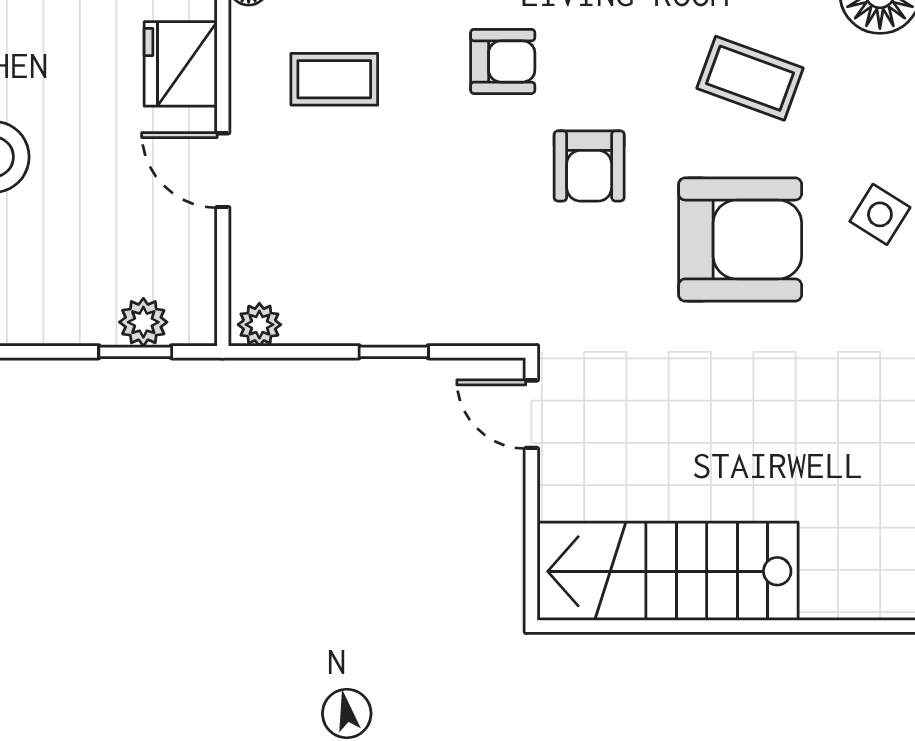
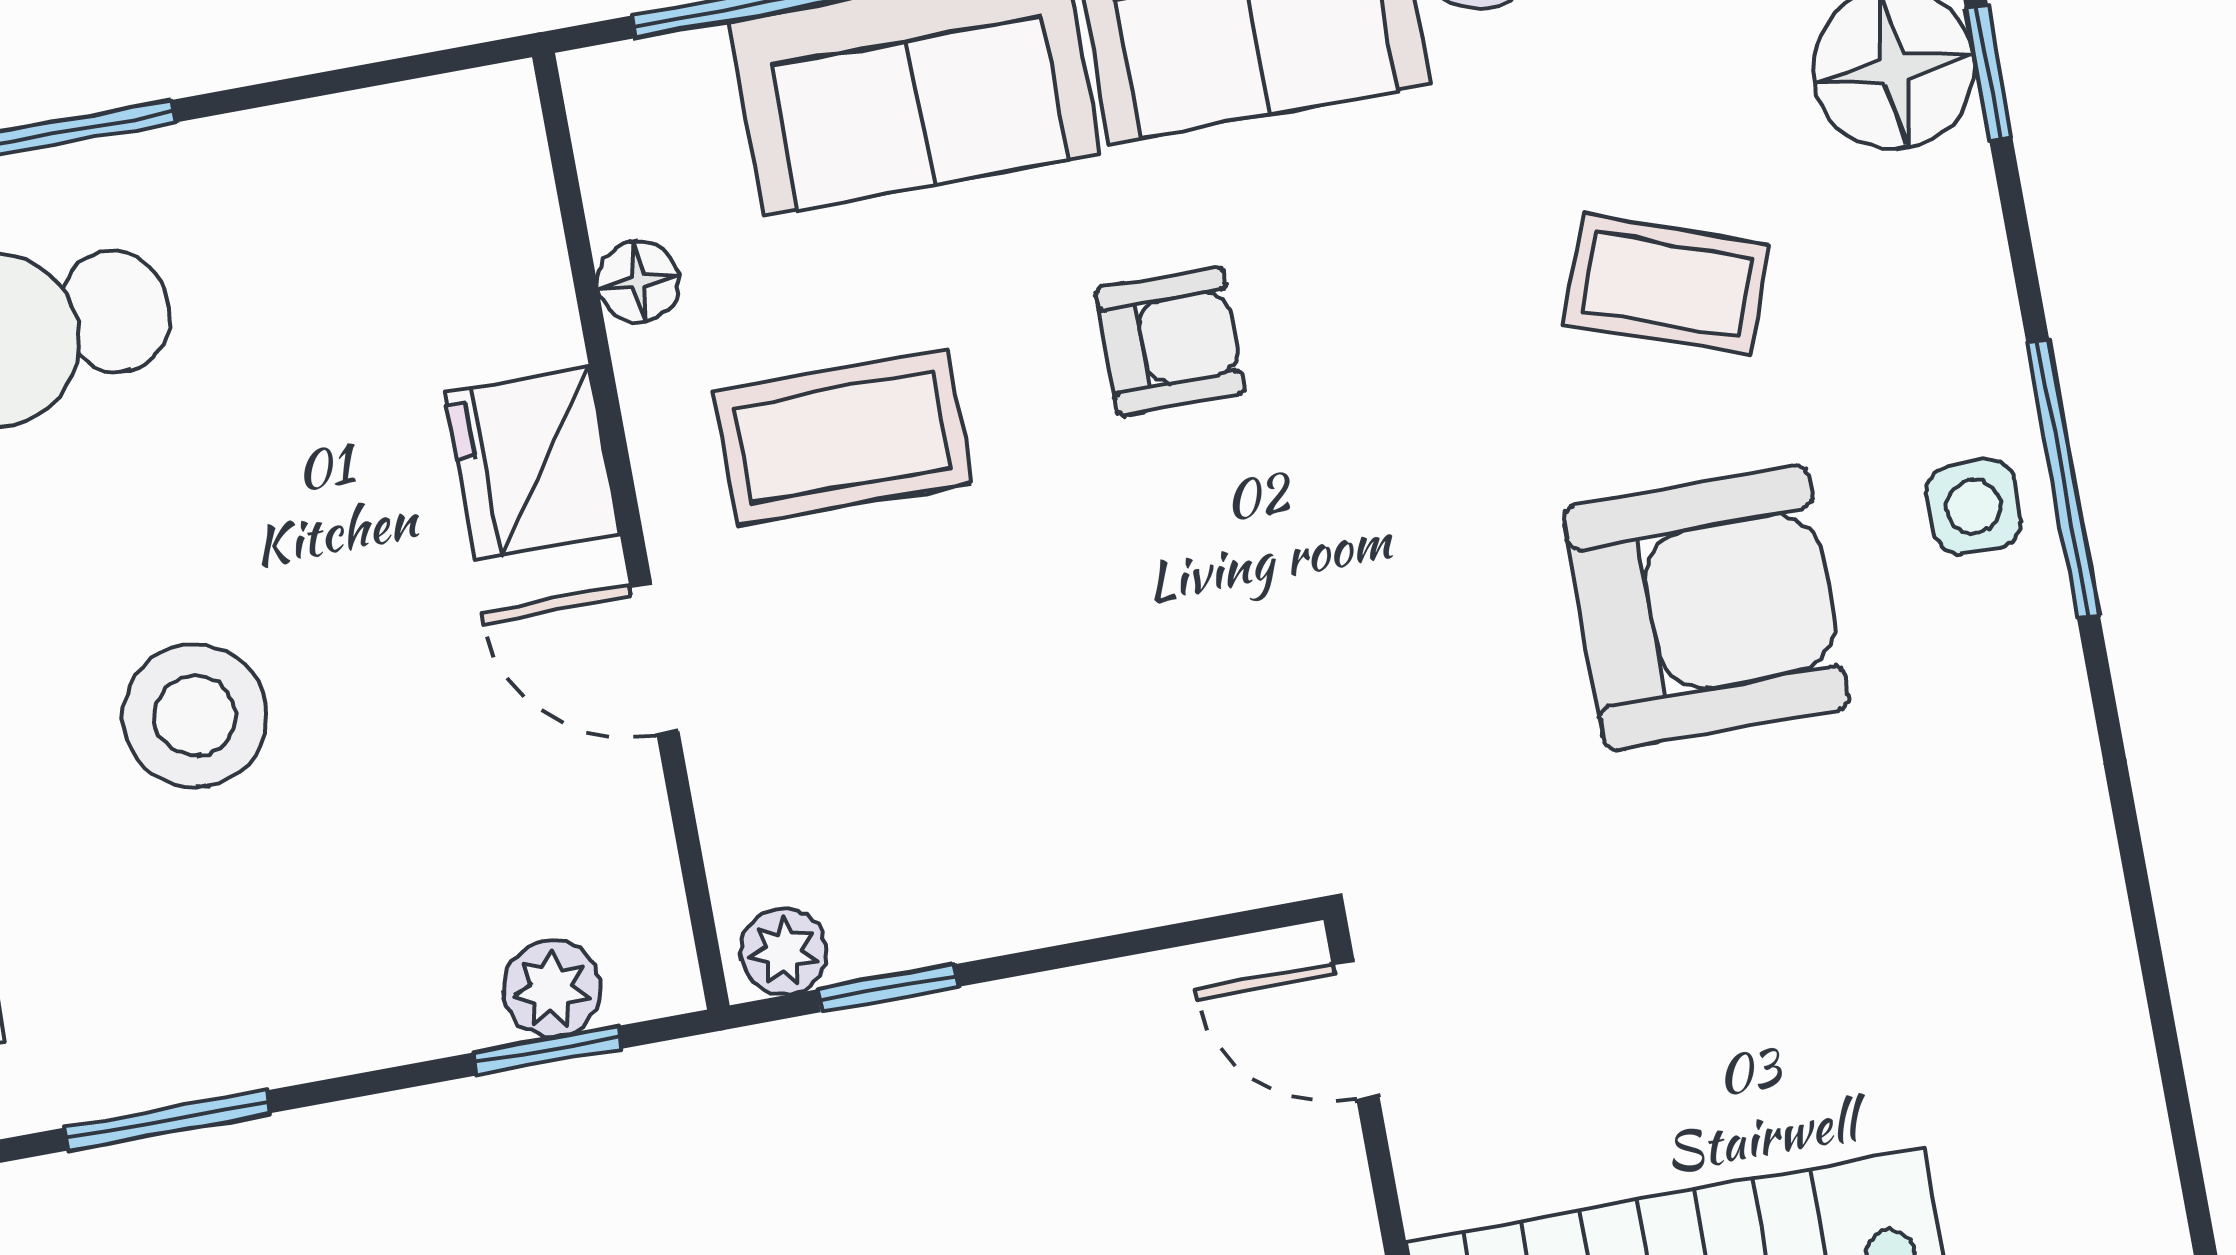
coffee table: (334, 79) -> (842, 438), width x1.36, depth x1.30
armchair: (589, 166) -> (1380, 517), removed
side table: (880, 214) -> (1974, 507), turned -32
window: (394, 352) -> (888, 988), moved

